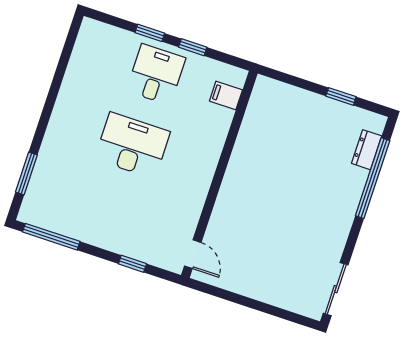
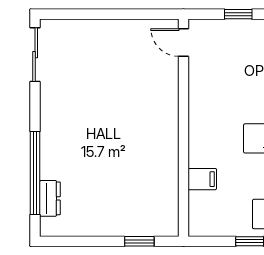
filing cabinet: (226, 95) -> (202, 179), moved
window: (341, 96) -> (139, 241), moved

